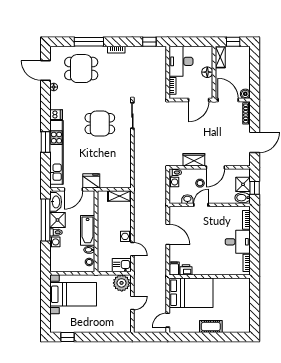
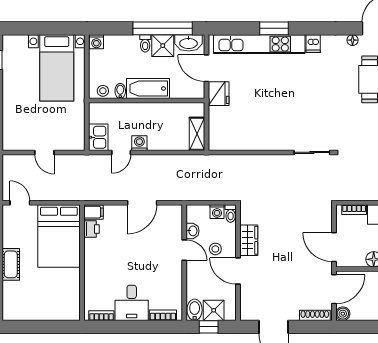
dining table: (100, 124) -> (300, 106), removed
washing machine: (55, 242) -> (96, 42), moved
plant: (122, 283) -> (73, 137), removed

